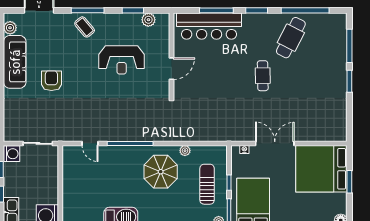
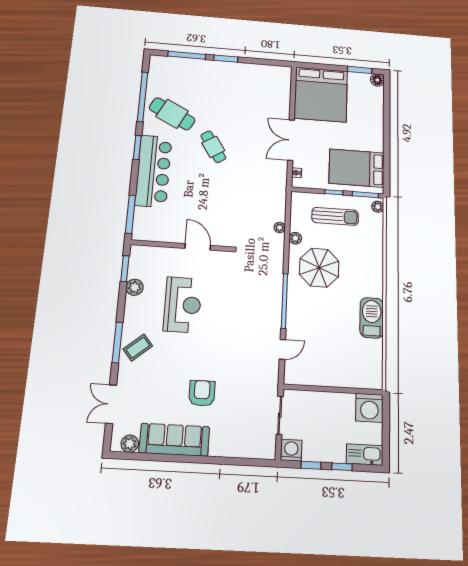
window: (133, 10) -> (125, 269), moved
window: (216, 10) -> (130, 214), moved
plant: (148, 20) -> (135, 287), moved
bar counter: (209, 26) -> (153, 171), moved
cafe table: (263, 76) -> (213, 147), turned 59
armchair: (51, 81) -> (202, 393), turned 90
plant: (194, 137) -> (280, 227), added
window: (349, 182) -> (360, 70), moved
sun lounger: (207, 184) -> (335, 216), turned 180

